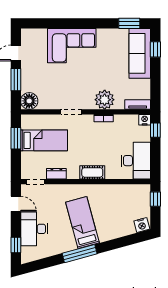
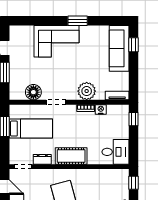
window: (129, 23) -> (78, 21), moved
floor lamp: (29, 101) -> (33, 92), moved
nightstand: (145, 120) -> (101, 110), moved
desk: (136, 161) -> (115, 152), width x0.73
cot: (92, 172) -> (71, 156), width x1.37, depth x1.34

